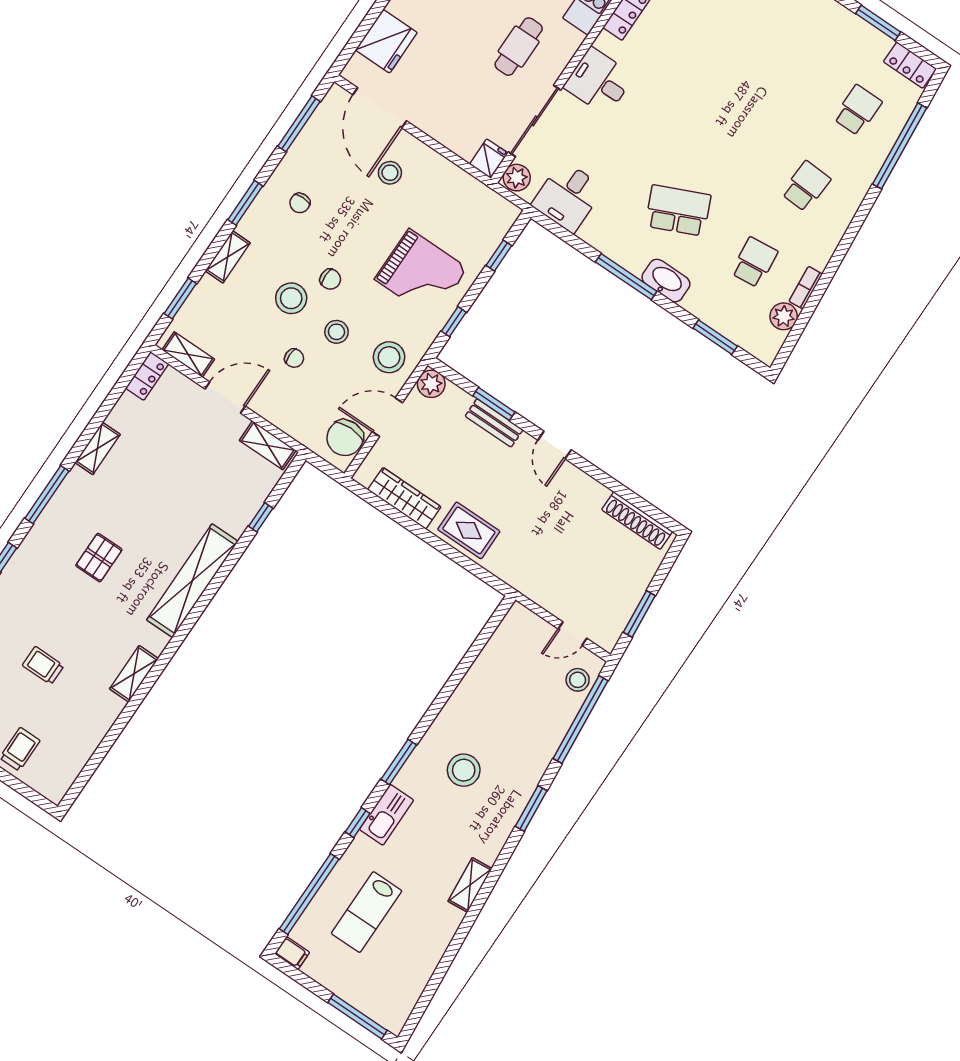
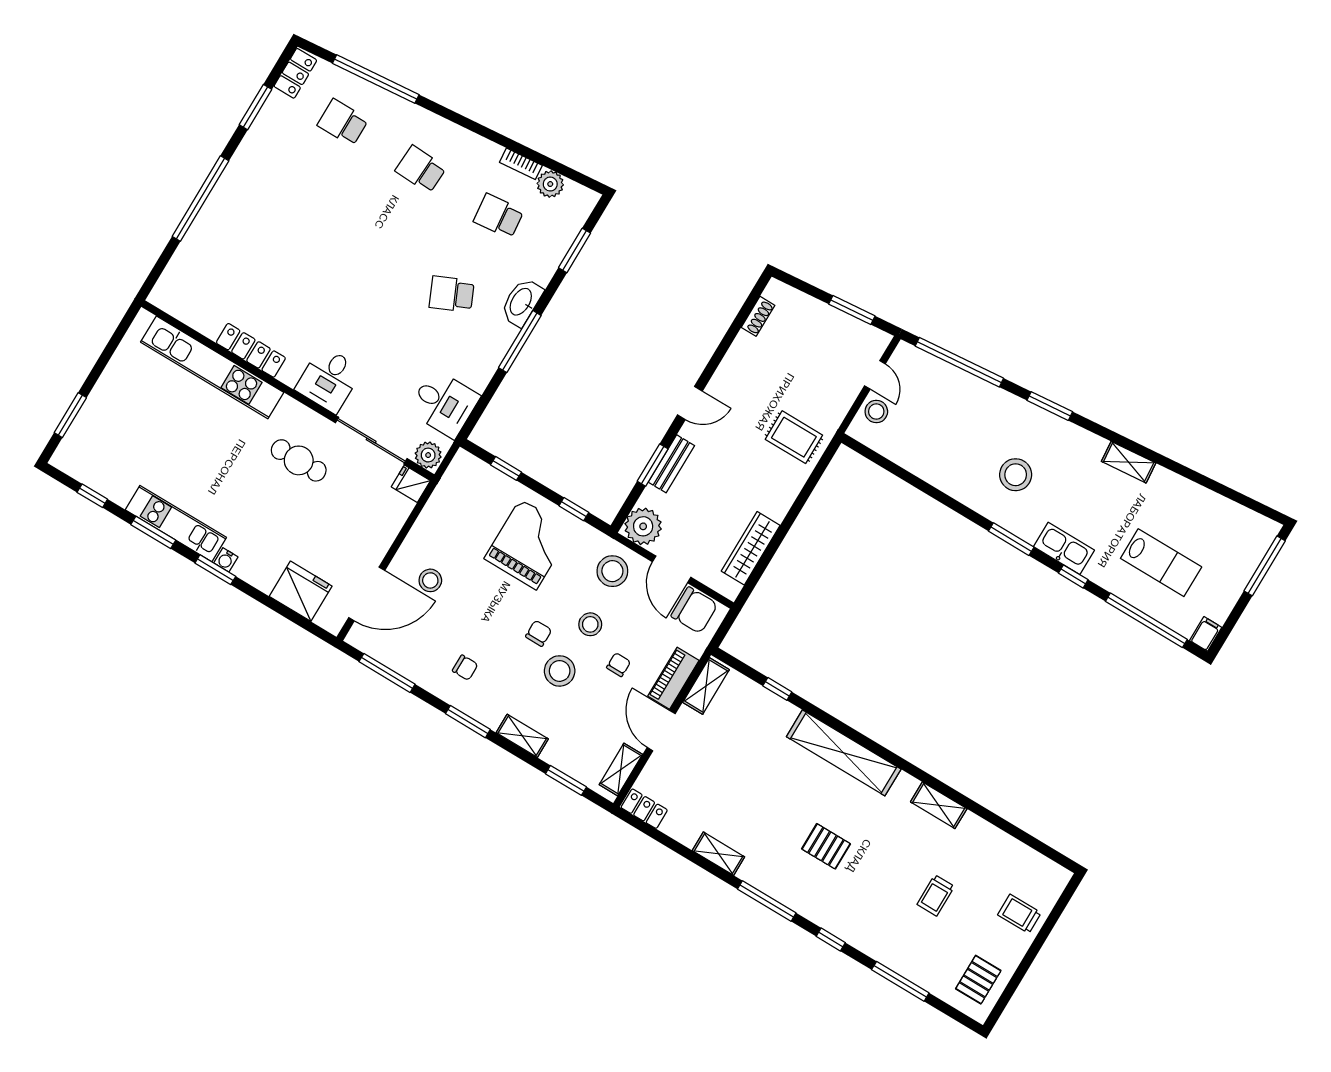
school desk: (678, 211) -> (452, 294), width x0.54
plant: (431, 384) -> (643, 526), width x1.36, depth x1.36
piano: (277, 413) -> (673, 678), added
shoe rack: (637, 521) -> (758, 316), width x0.51, depth x0.81
rug: (469, 530) -> (794, 437), moved, turned 90
stool: (578, 680) -> (876, 412), moved

